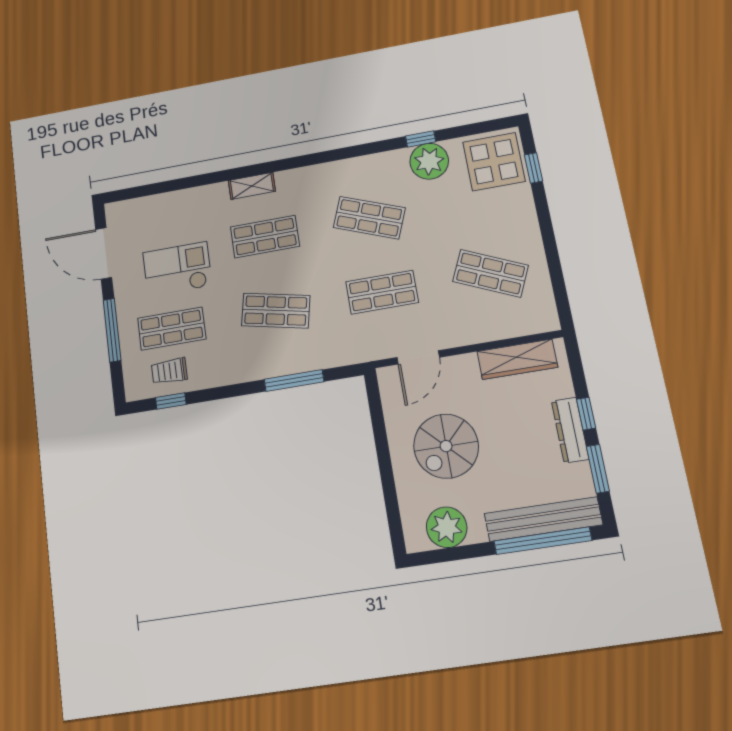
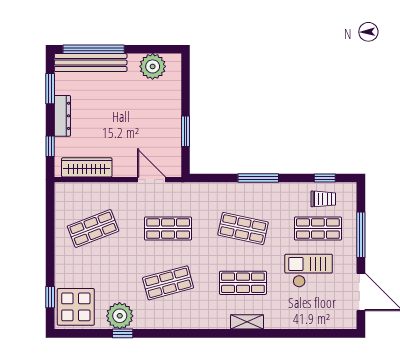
shop shelf: (369, 218) -> (168, 283), turned -36
checkout: (177, 269) -> (309, 271), turned 180
shop shelf: (490, 273) -> (93, 229), turned -45
door: (418, 357) -> (151, 180), hinge flipped
window: (294, 381) -> (258, 178), moved
window: (586, 414) -> (50, 146), moved
window: (380, 436) -> (185, 131), added
spiral stairs: (446, 446) -> (144, 118), removed

